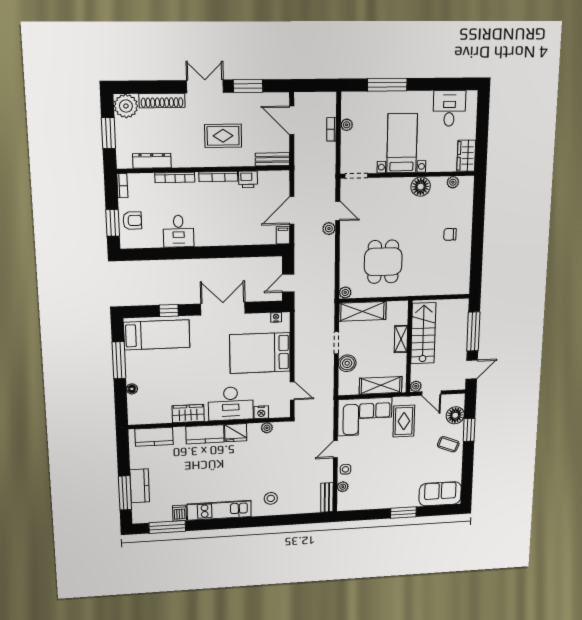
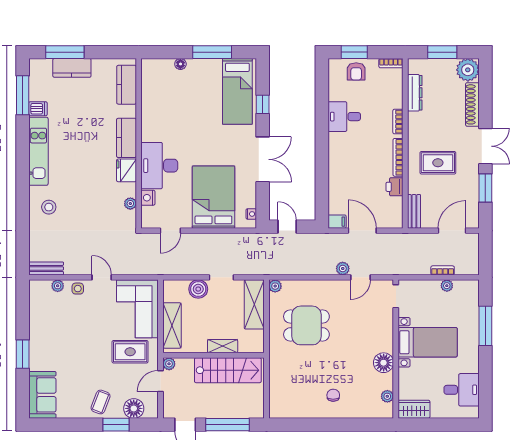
rug: (223, 136) -> (438, 163), turned 90
bookcase: (175, 177) -> (398, 122), width x0.64
wardrobe: (188, 414) -> (151, 121), removed

